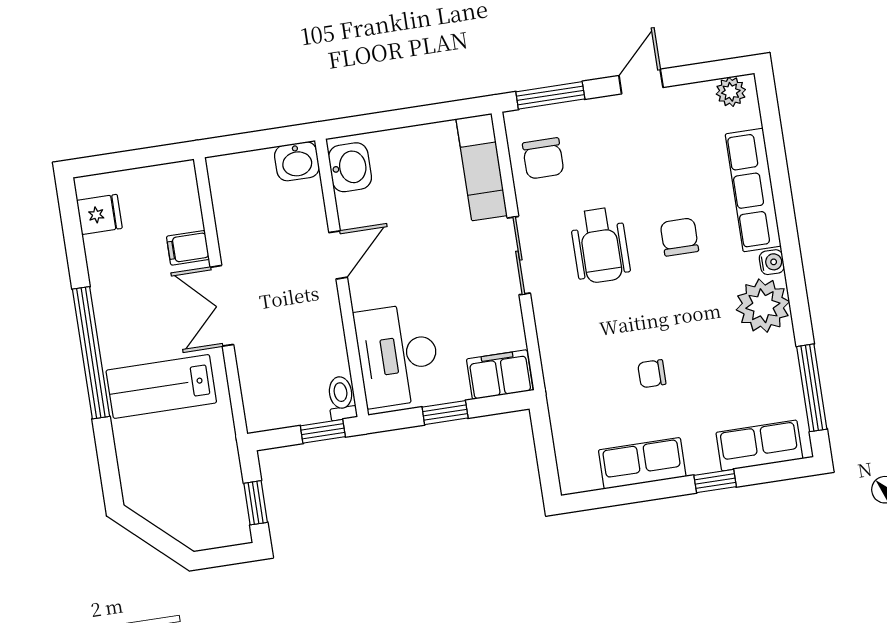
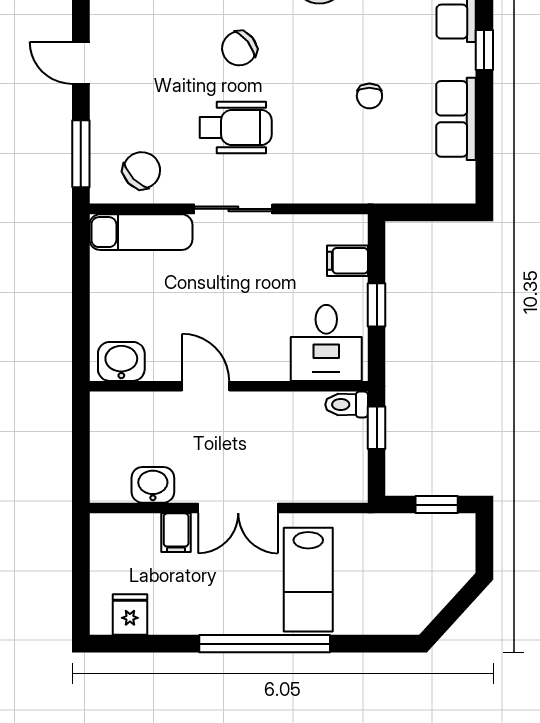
chair: (543, 158) -> (142, 170), turned -44
washbasin: (297, 161) -> (153, 485), moved, turned -90
chair: (679, 237) -> (239, 48), turned -38
desk: (398, 355) -> (326, 343), width x0.73
filing cabinet: (500, 375) -> (347, 261), width x0.50

